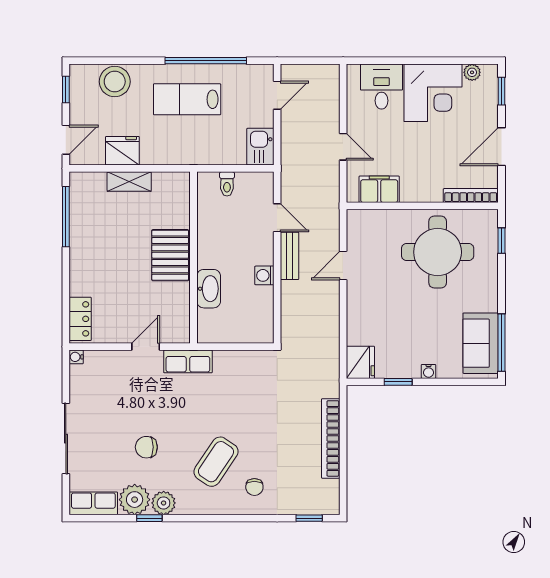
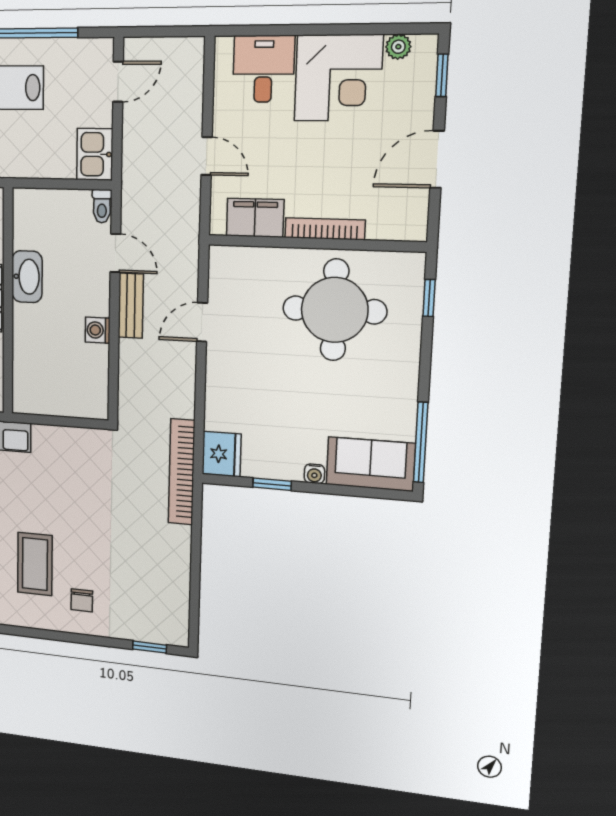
toilet: (227, 184) -> (102, 206), moved
bookcase: (471, 196) -> (325, 229), moved
washbasin: (209, 289) -> (27, 277), moved
sofa: (481, 343) -> (371, 464), moved, turned 90
bookcase: (331, 438) -> (182, 472), moved
coffee table: (216, 462) -> (35, 564), turned -34

